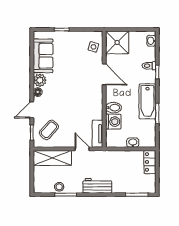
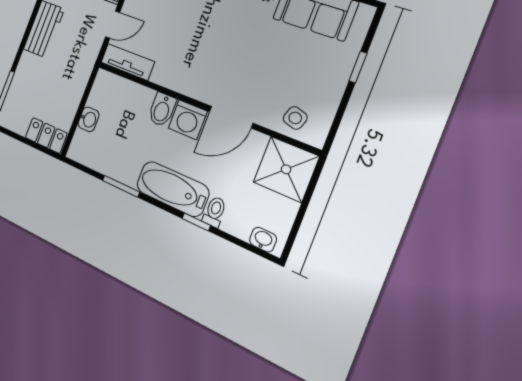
bathtub: (147, 101) -> (172, 189), moved
washing machine: (113, 122) -> (188, 120), moved

